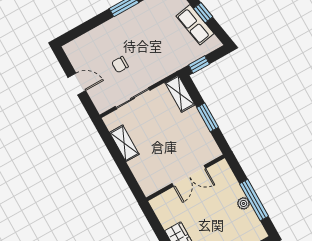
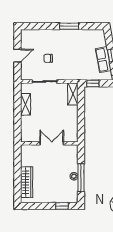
door: (77, 84) -> (17, 56), hinge flipped
window: (208, 117) -> (81, 116), removed
double door: (189, 176) -> (52, 143), swing flipped

